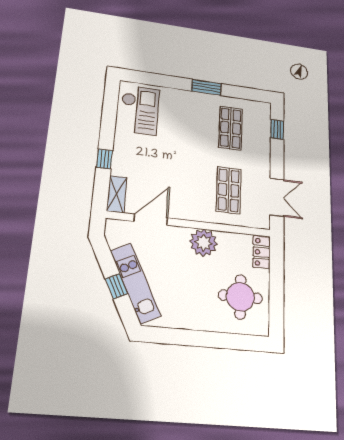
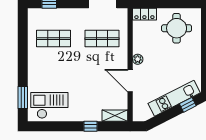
window: (206, 87) -> (23, 98), moved
door: (151, 220) -> (130, 81), moved
plant: (204, 243) -> (138, 59), width x0.53, depth x0.53
window: (117, 286) -> (188, 105), moved

